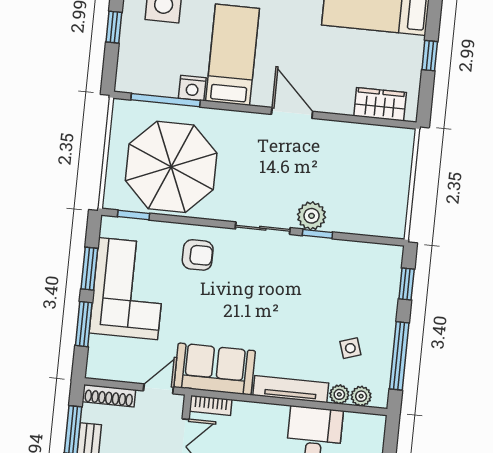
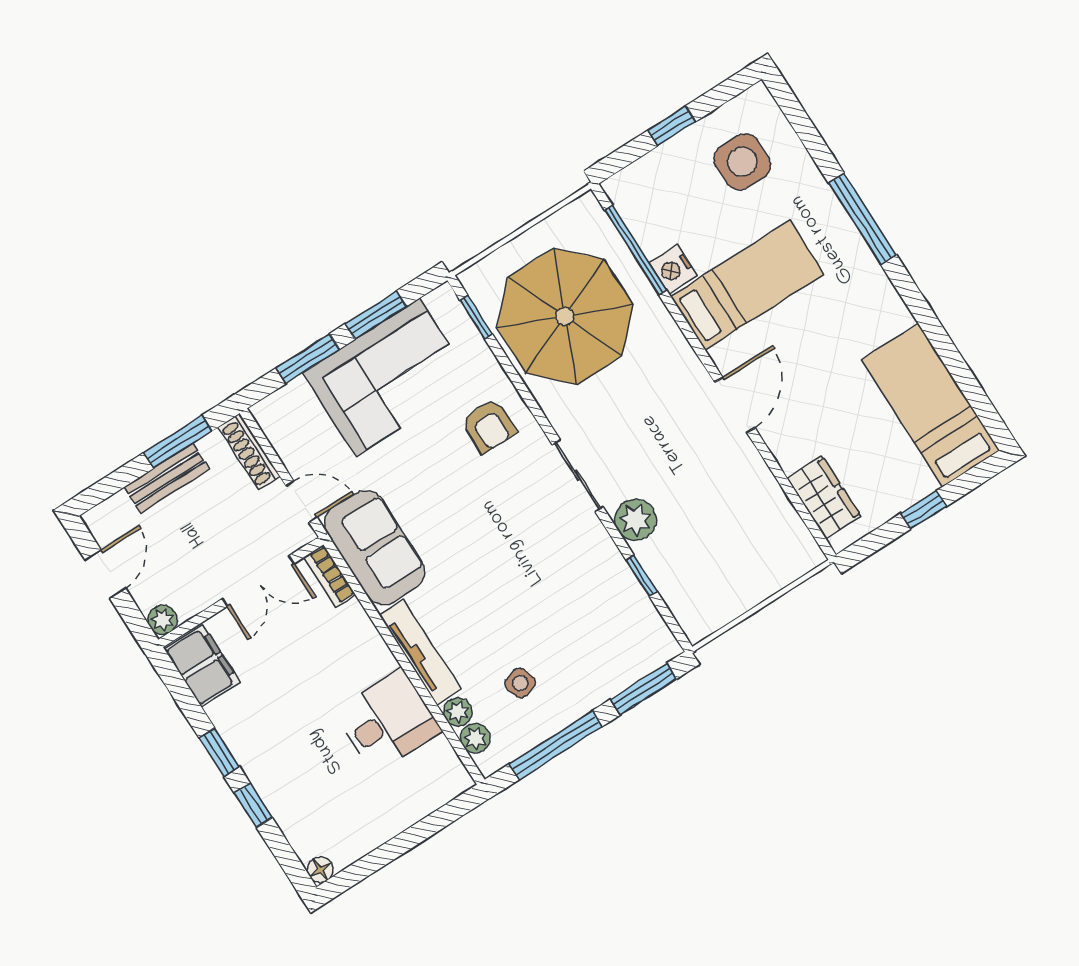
window: (317, 234) -> (642, 576), moved
window: (407, 284) -> (644, 689), width x1.50

